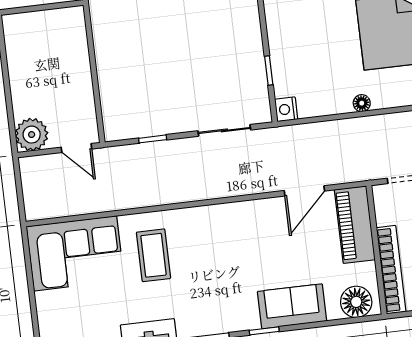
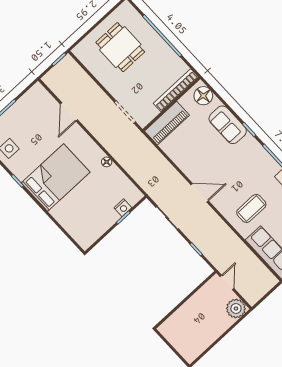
nightstand: (286, 109) -> (123, 208), moved
door: (304, 191) -> (200, 193), moved

